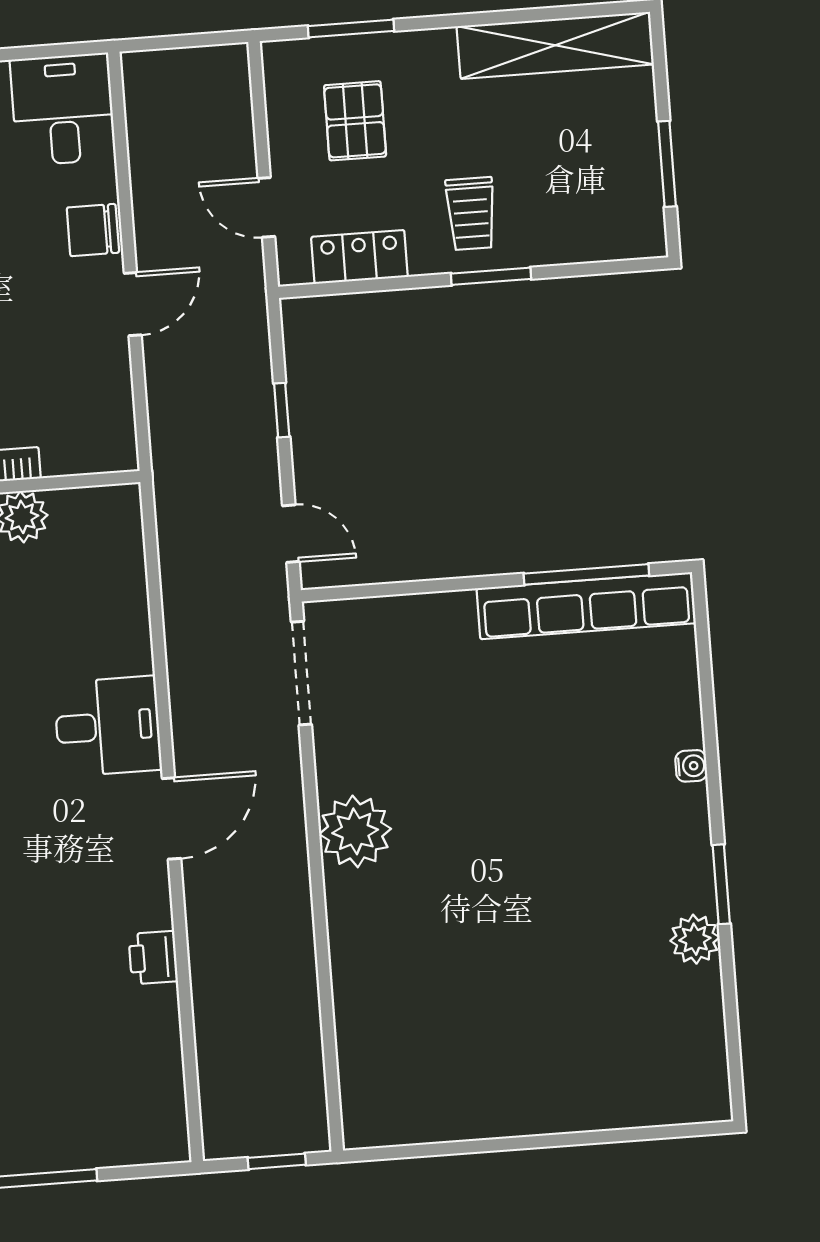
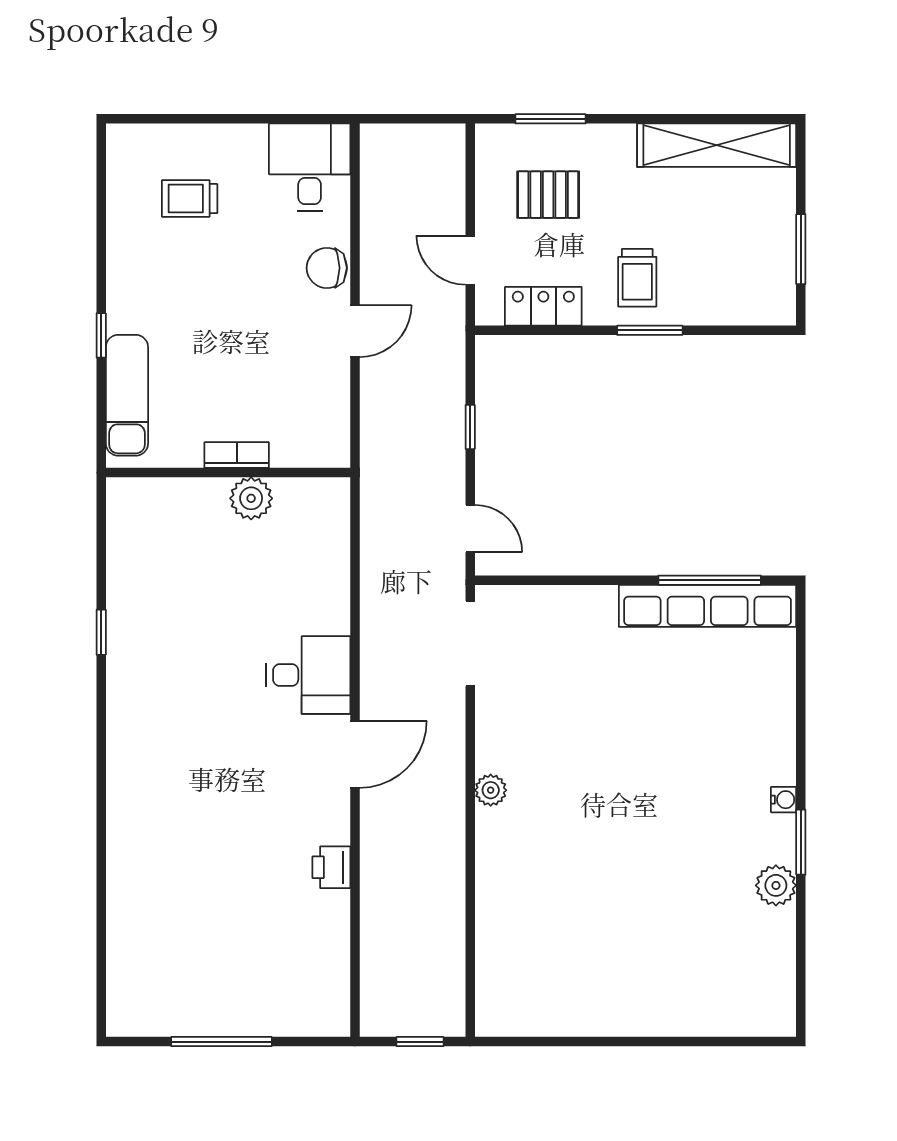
pallet: (355, 121) -> (548, 195), turned 90
water cooler: (691, 766) -> (784, 800), moved
plant: (355, 831) -> (491, 790), width x0.53, depth x0.53

